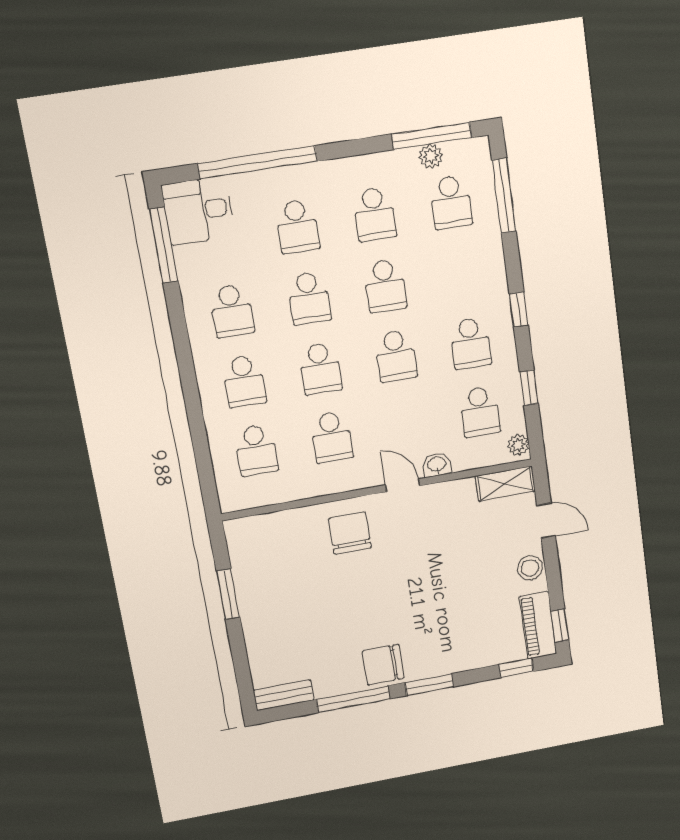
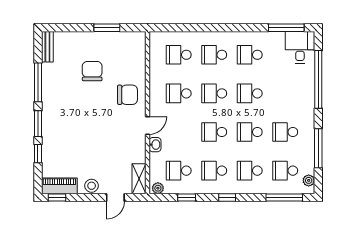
window: (431, 136) -> (318, 148), moved
plant: (431, 156) -> (309, 180), moved
school desk: (297, 226) -> (250, 171), moved
chair: (383, 665) -> (92, 71), moved
window: (516, 668) -> (38, 154), moved

